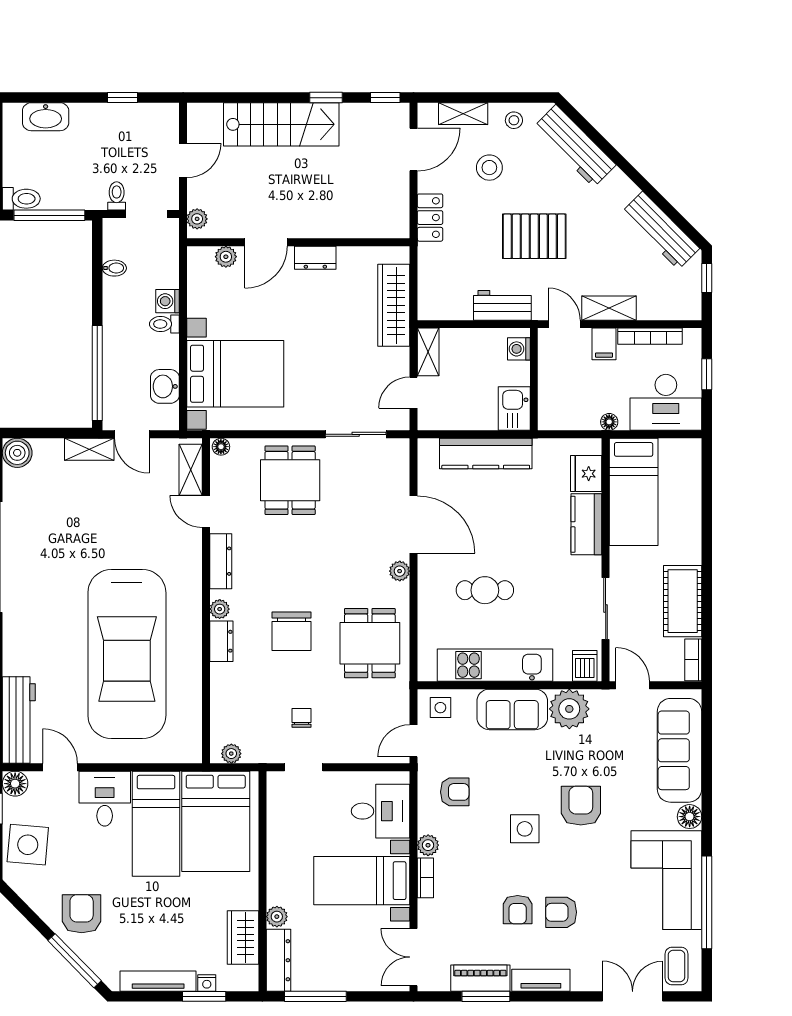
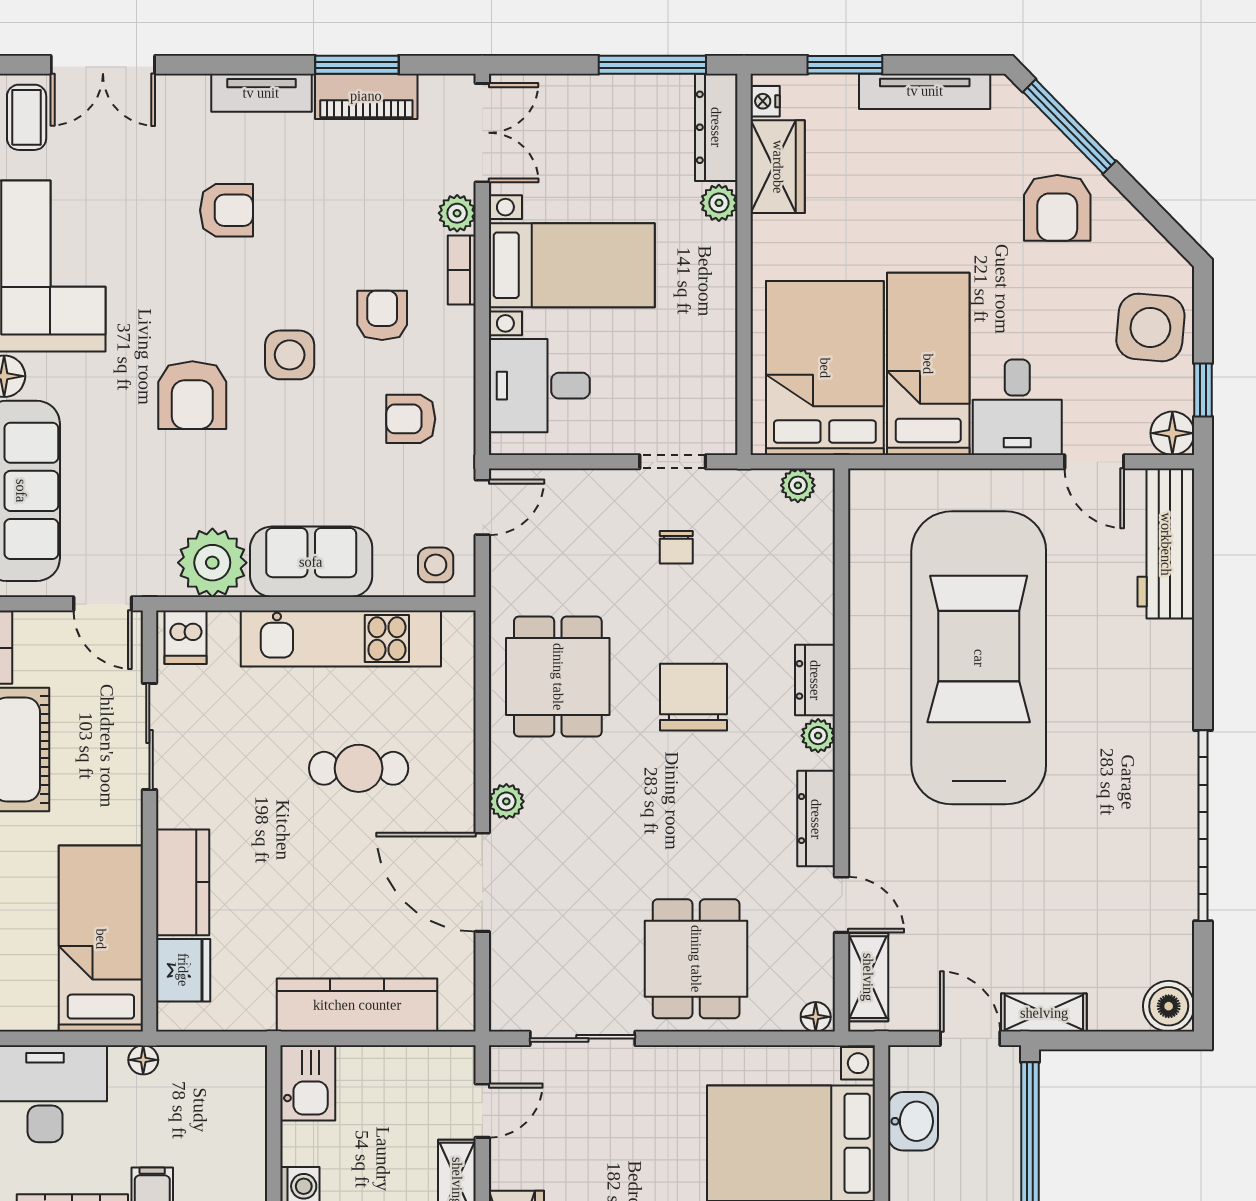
plant: (428, 845) -> (457, 213), moved
armchair: (518, 910) -> (382, 315), moved
nightstand: (207, 983) -> (765, 101), moved, turned -90

